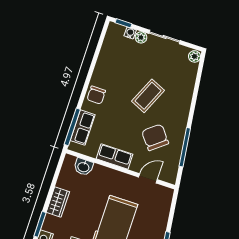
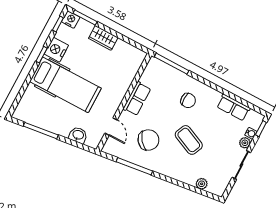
plant: (195, 56) -> (202, 184), moved
chair: (96, 95) -> (188, 100), moved, turned 180
row of seats: (83, 128) -> (233, 107), moved
washbasin: (83, 167) -> (78, 135), moved, turned 83

